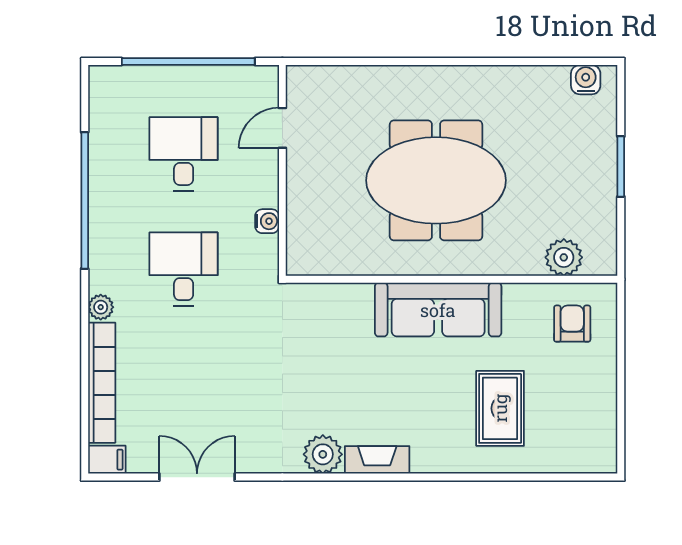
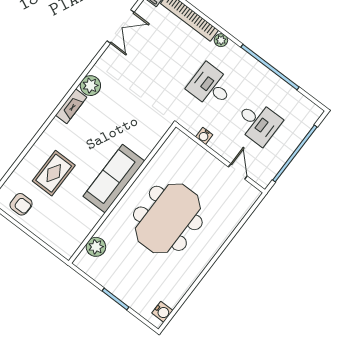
desk: (184, 269) -> (211, 86), turned 180
armchair: (572, 324) -> (21, 204), moved
rug: (500, 408) -> (54, 173), turned 90

